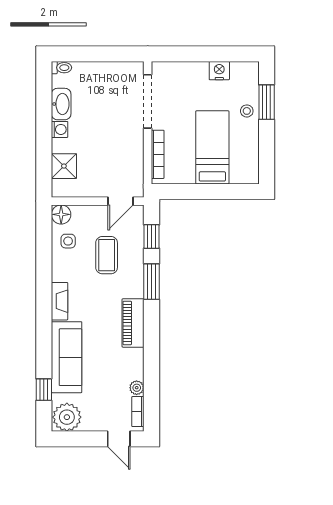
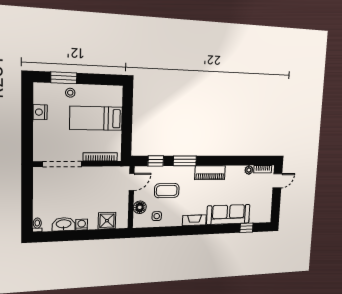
door: (121, 201) -> (132, 182), hinge flipped
floor lamp: (61, 214) -> (140, 207), moved
plant: (67, 417) -> (263, 213), removed

